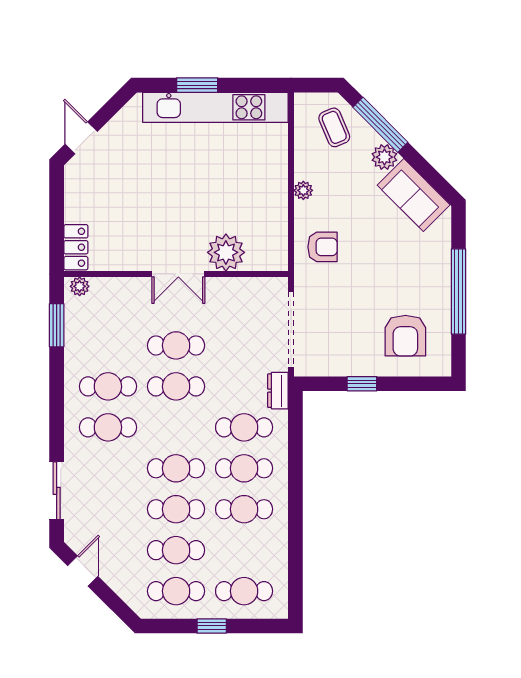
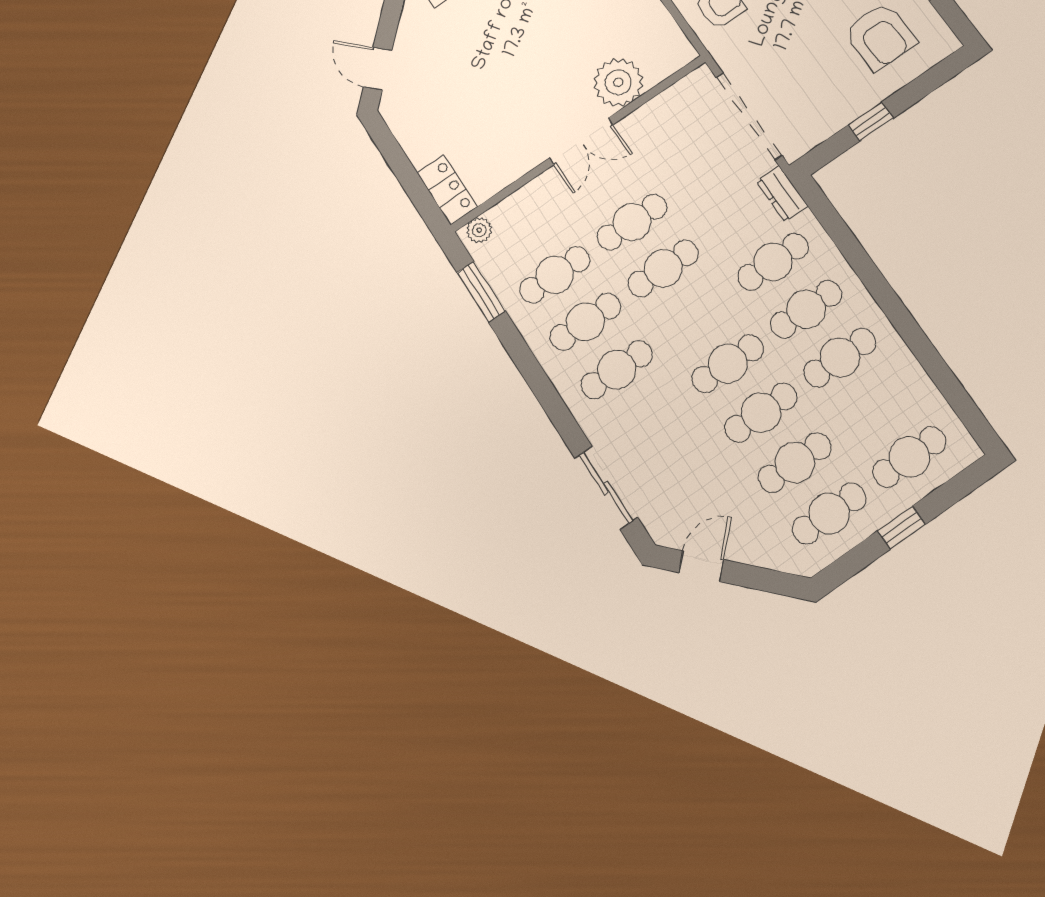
cafe table: (108, 345) -> (555, 275), added
door: (83, 571) -> (701, 566), hinge flipped

